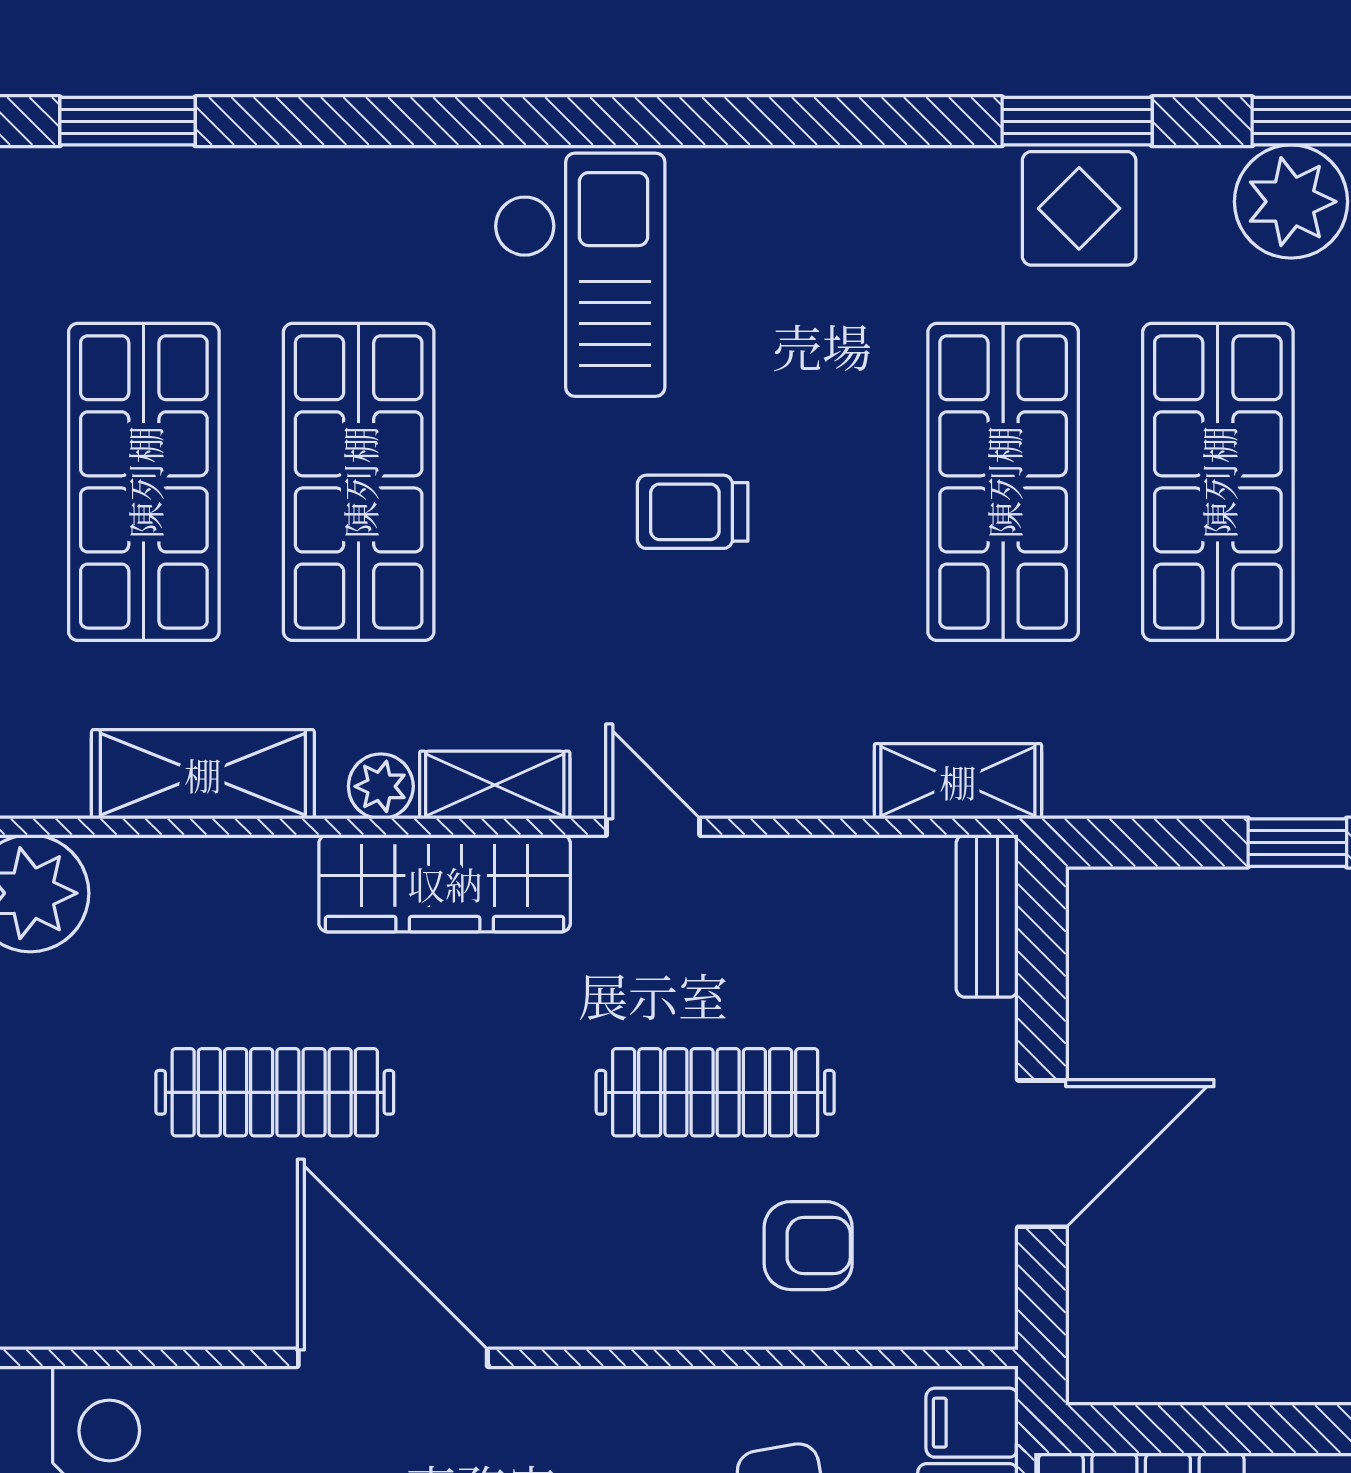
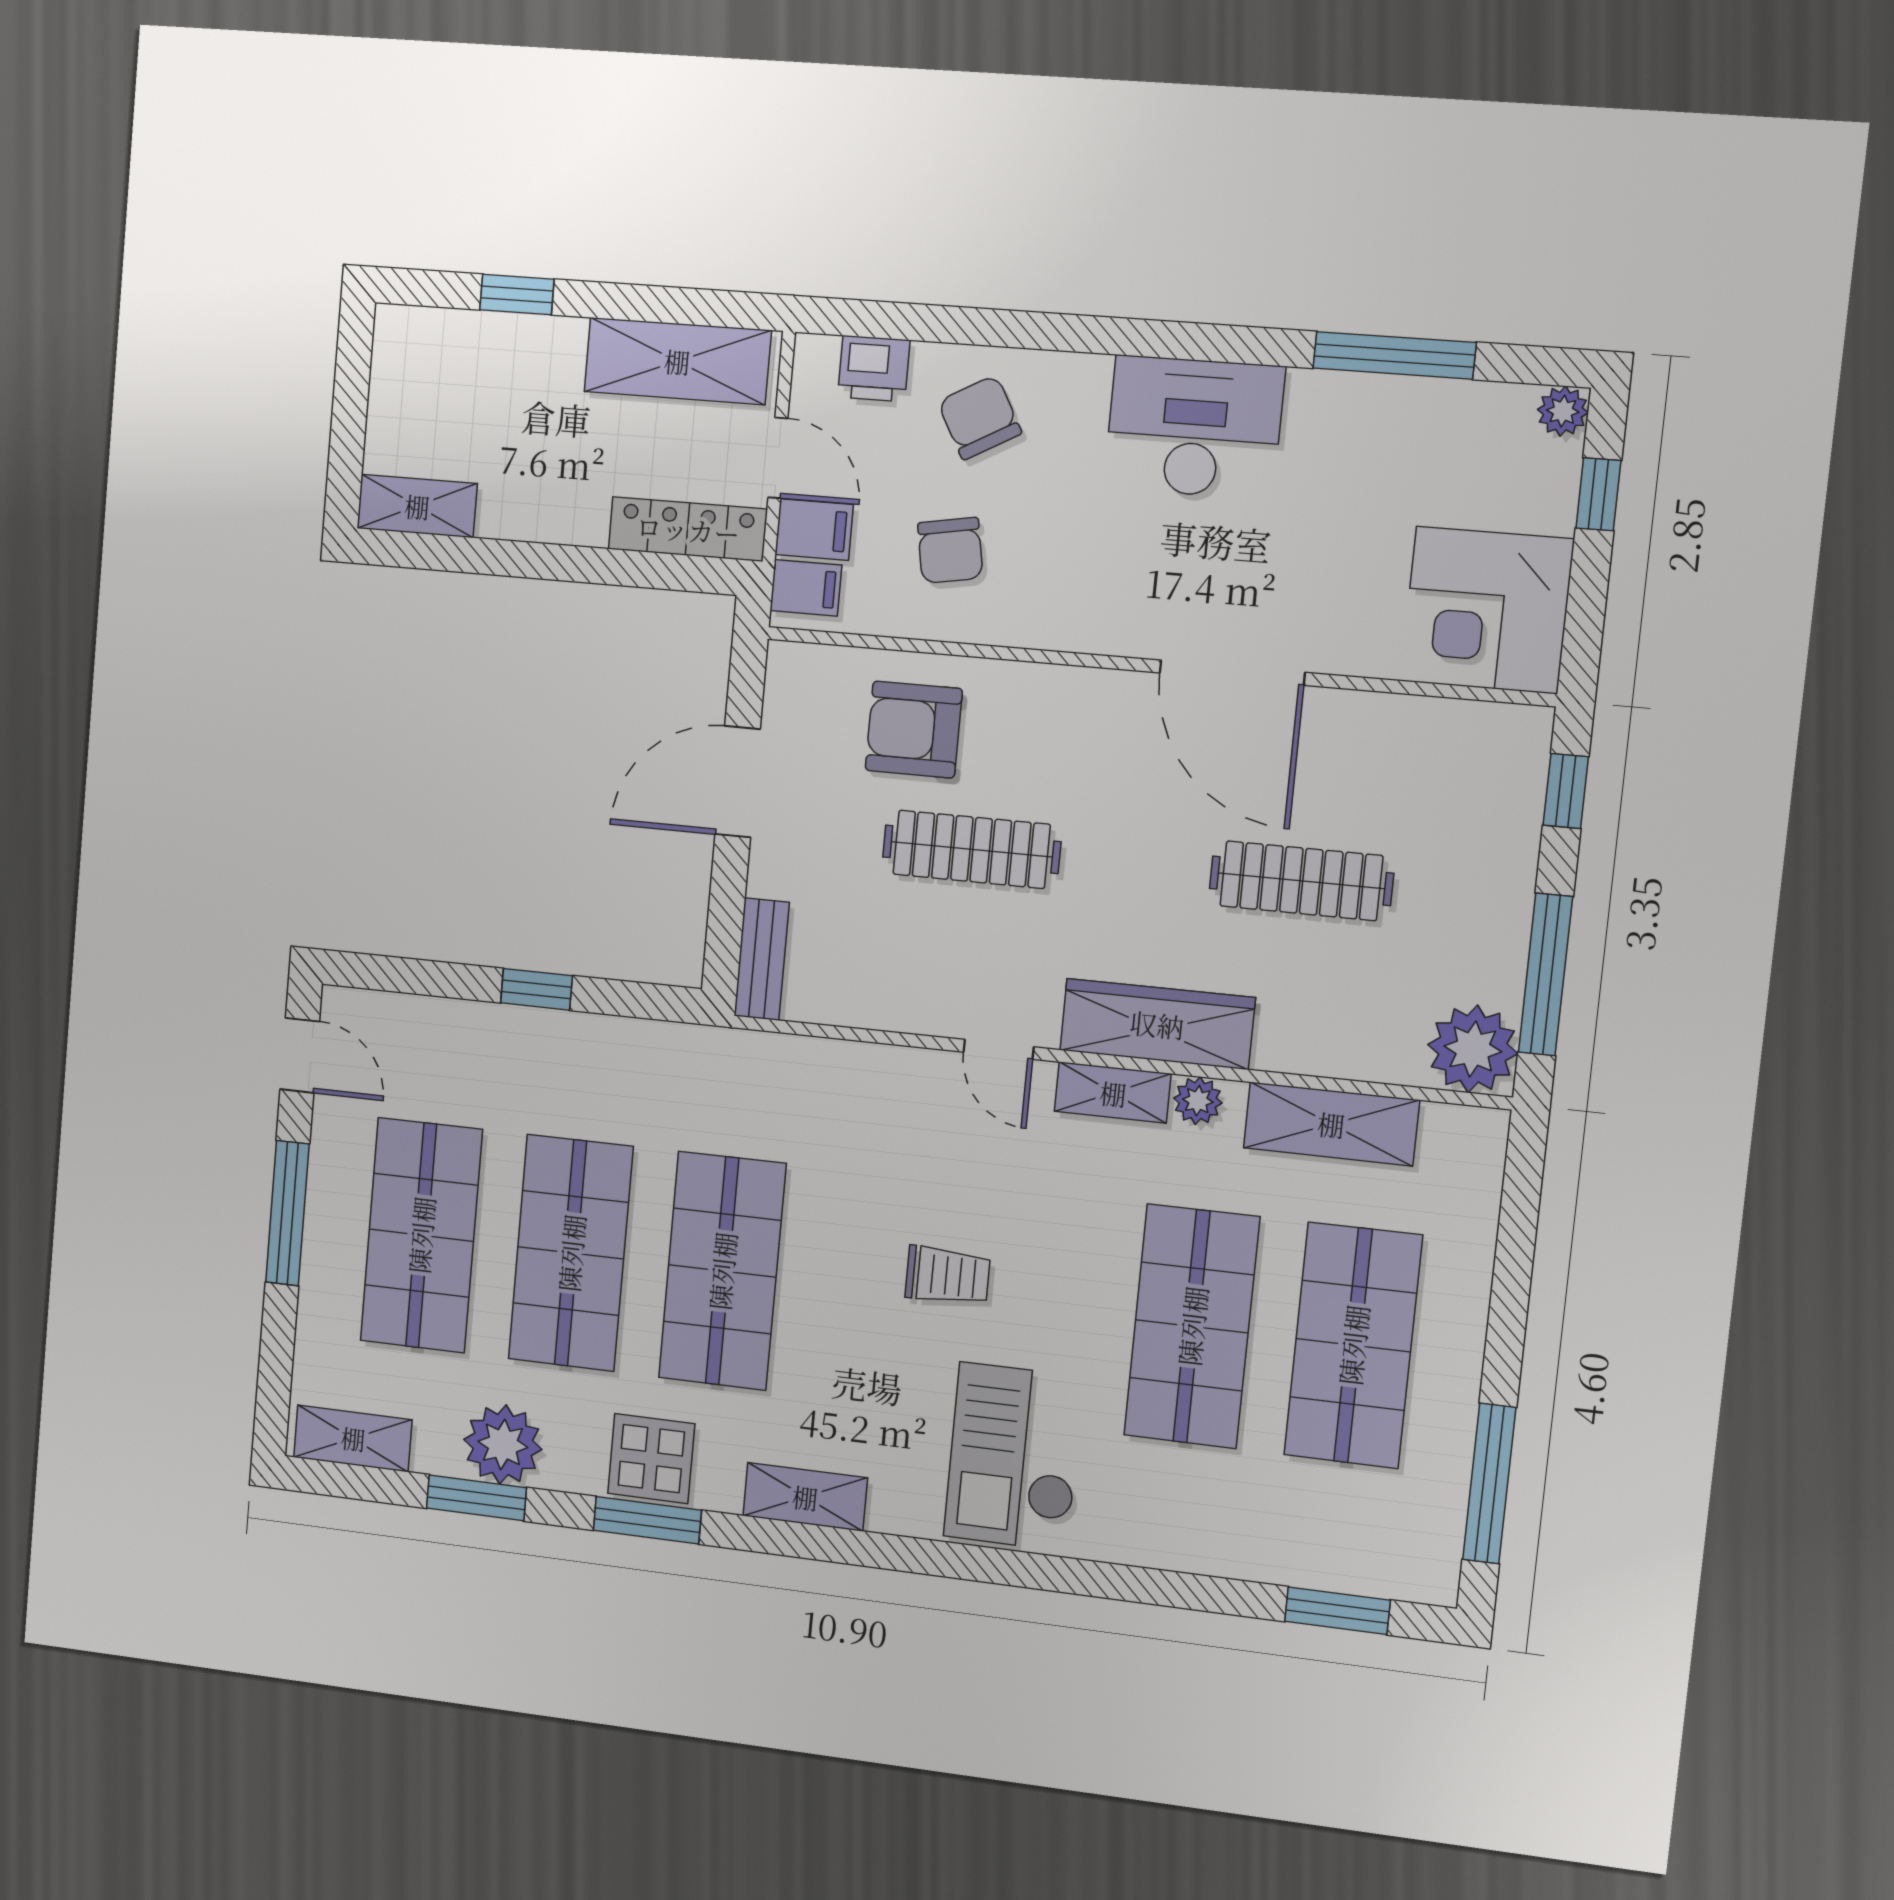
shelving: (958, 781) -> (805, 1497), moved
armchair: (808, 1246) -> (914, 730), width x1.38, depth x1.38

